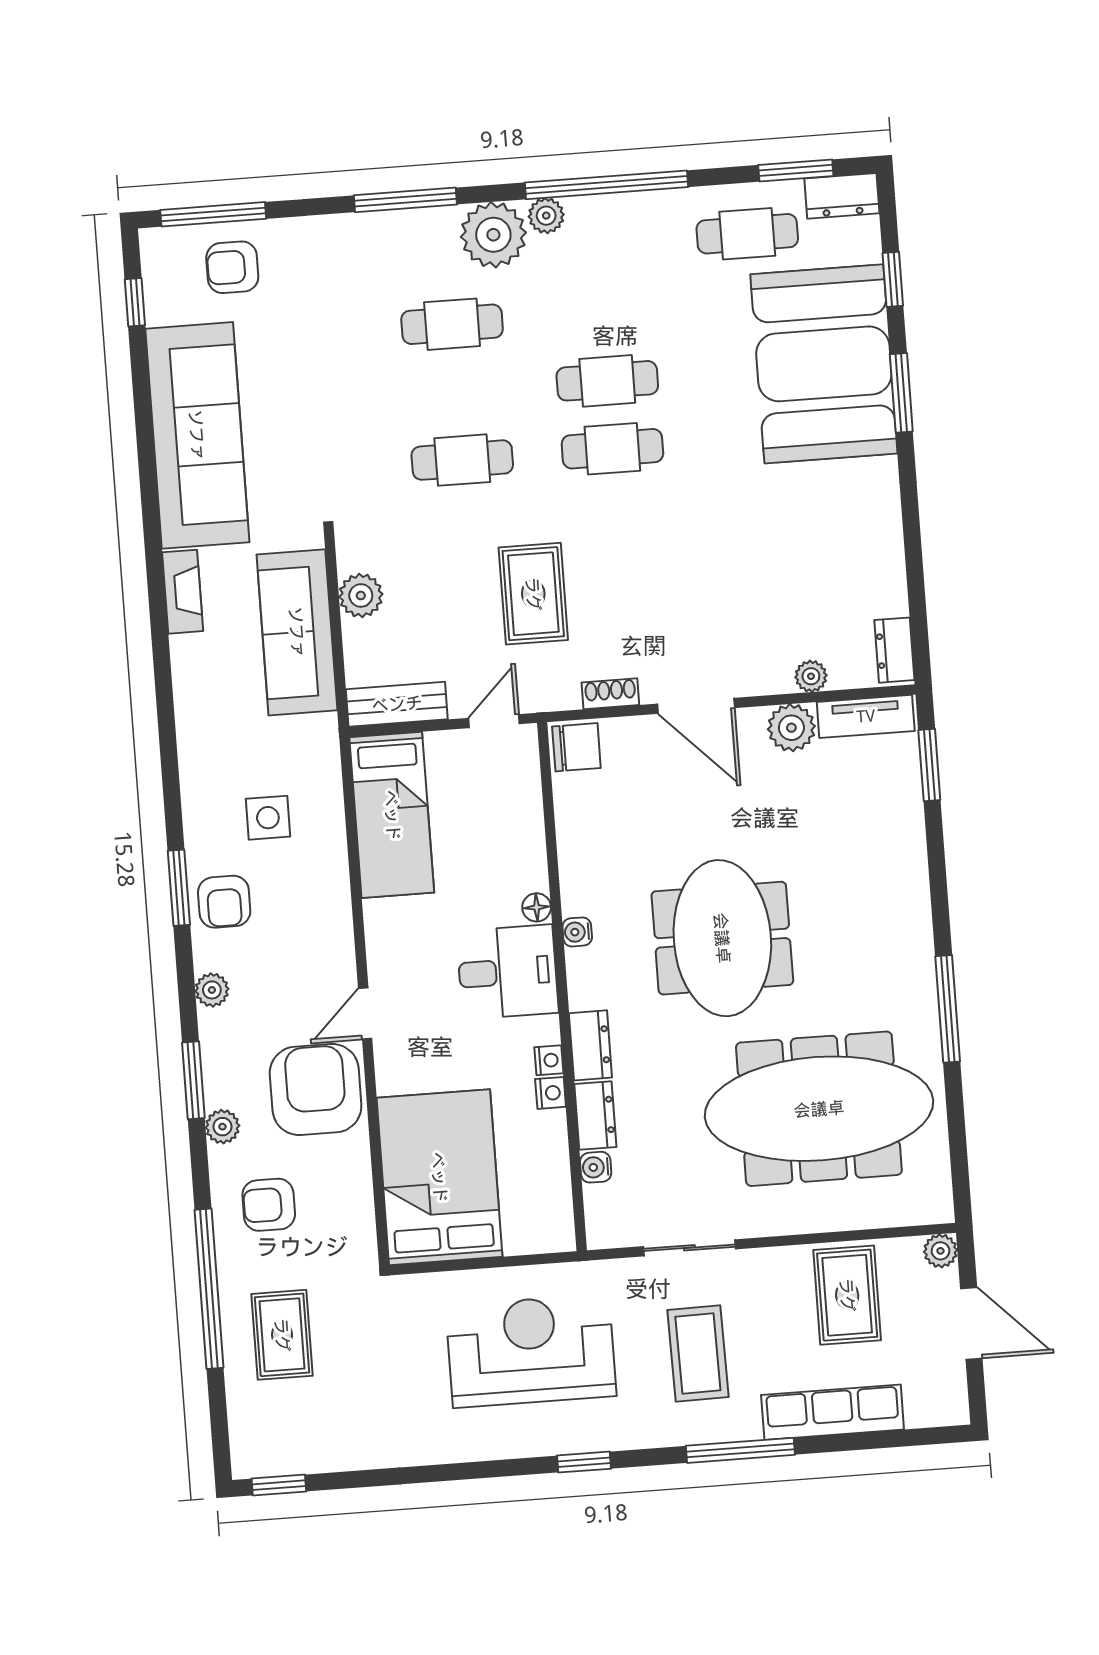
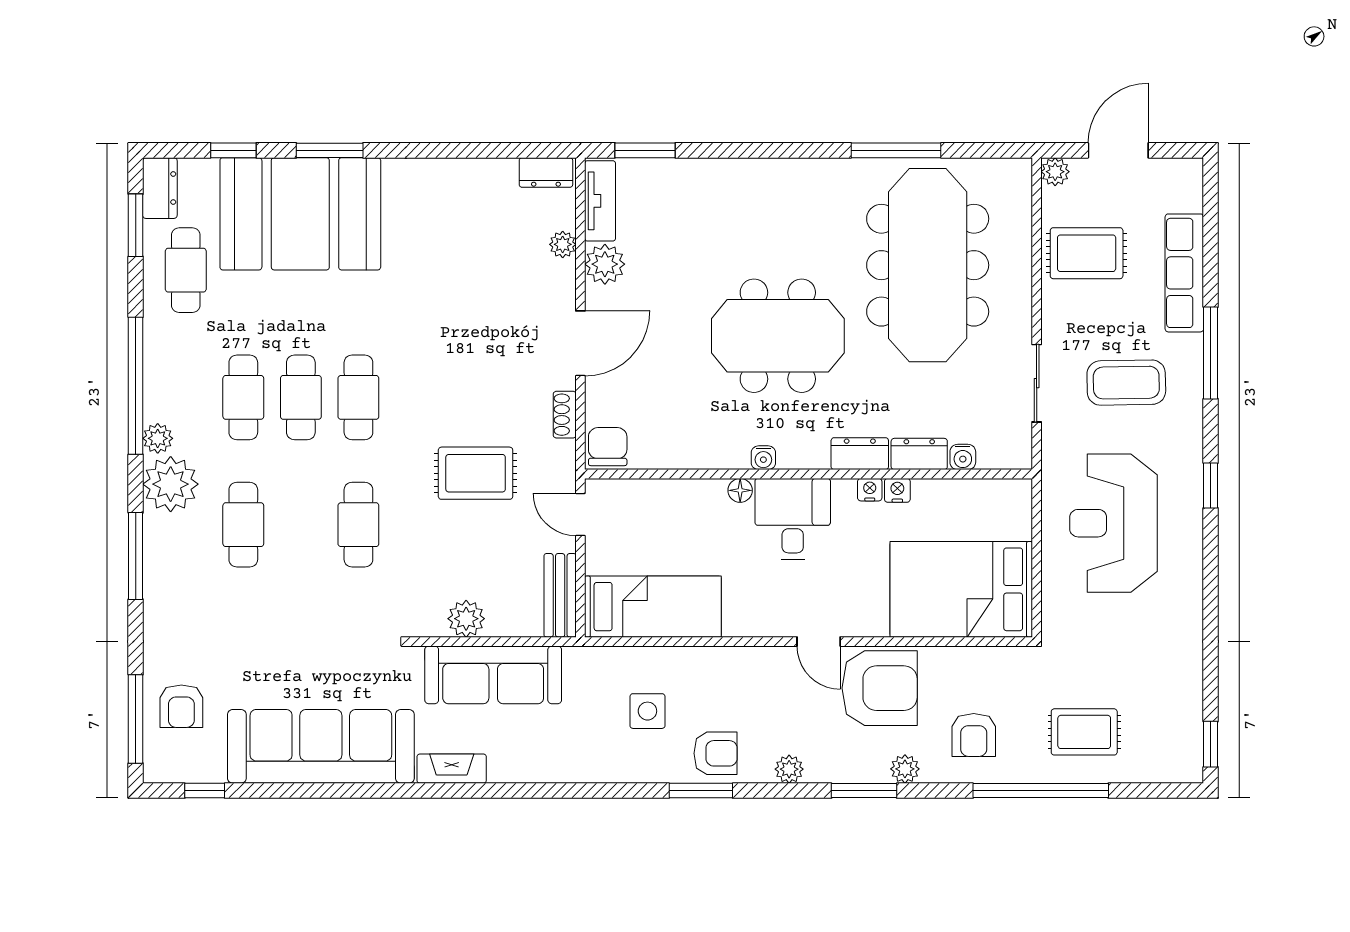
cafe table: (602, 313) -> (243, 397), added
window: (948, 1009) -> (896, 150), moved
armchair: (316, 1090) -> (880, 688), turned 180

